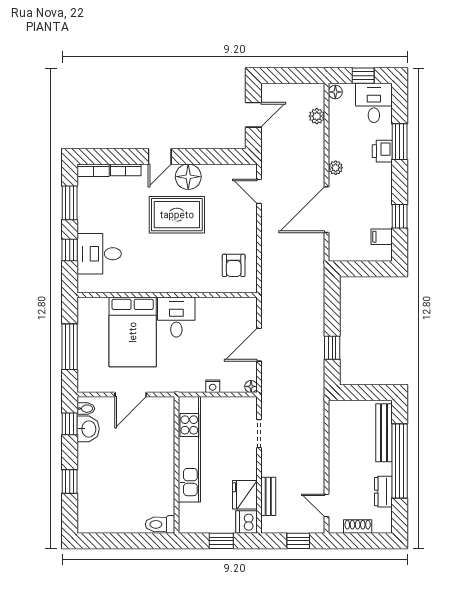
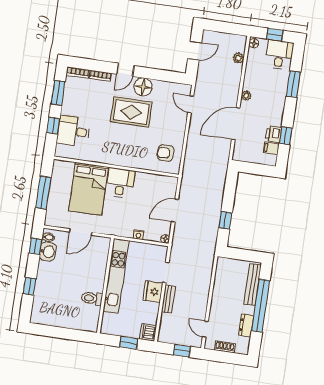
printer: (382, 151) -> (274, 134), moved
armchair: (234, 265) -> (165, 153), turned 90
fridge: (245, 495) -> (153, 292), moved
bench: (268, 496) -> (168, 299), moved
toilet: (160, 524) -> (92, 298), moved

